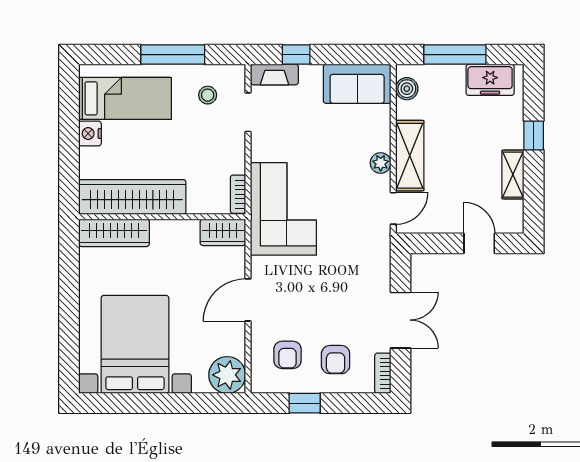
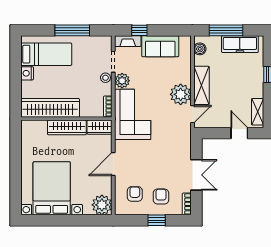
freezer: (490, 80) -> (240, 44), width x1.40
sofa: (357, 84) -> (160, 46), moved
stool: (208, 95) -> (105, 78), moved
plant: (264, 147) -> (122, 81), added
plant: (381, 163) -> (181, 94), width x1.87, depth x1.87
shelving: (513, 175) -> (258, 112), moved
wardrobe: (114, 233) -> (67, 127), moved
armchair: (288, 355) -> (135, 194), turned 180
armchair: (336, 360) -> (161, 197), turned 180
window: (305, 403) -> (157, 220), moved

